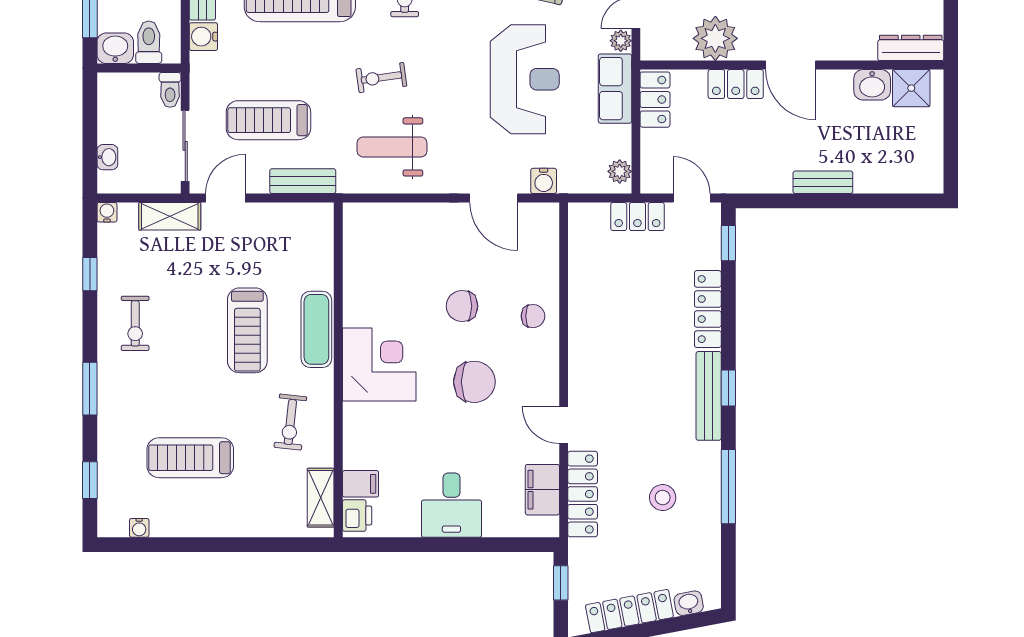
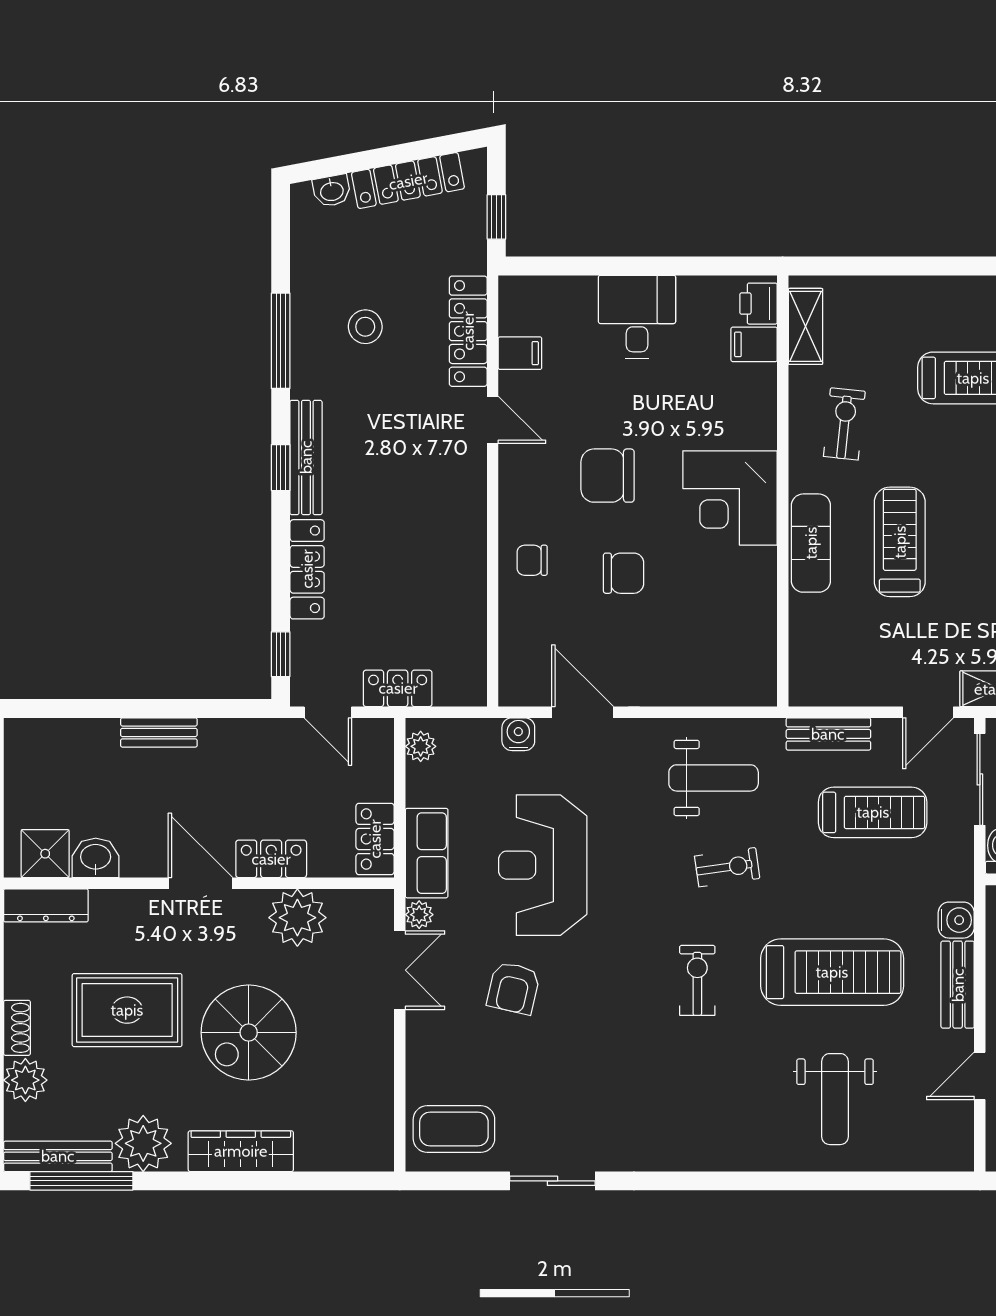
filing cabinet: (542, 490) -> (520, 353), width x0.50

